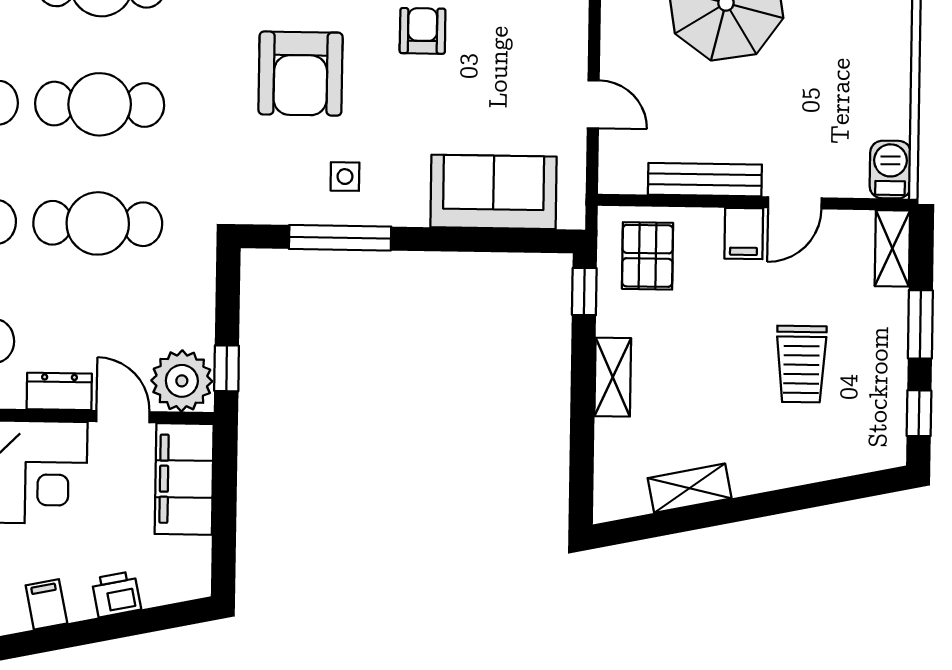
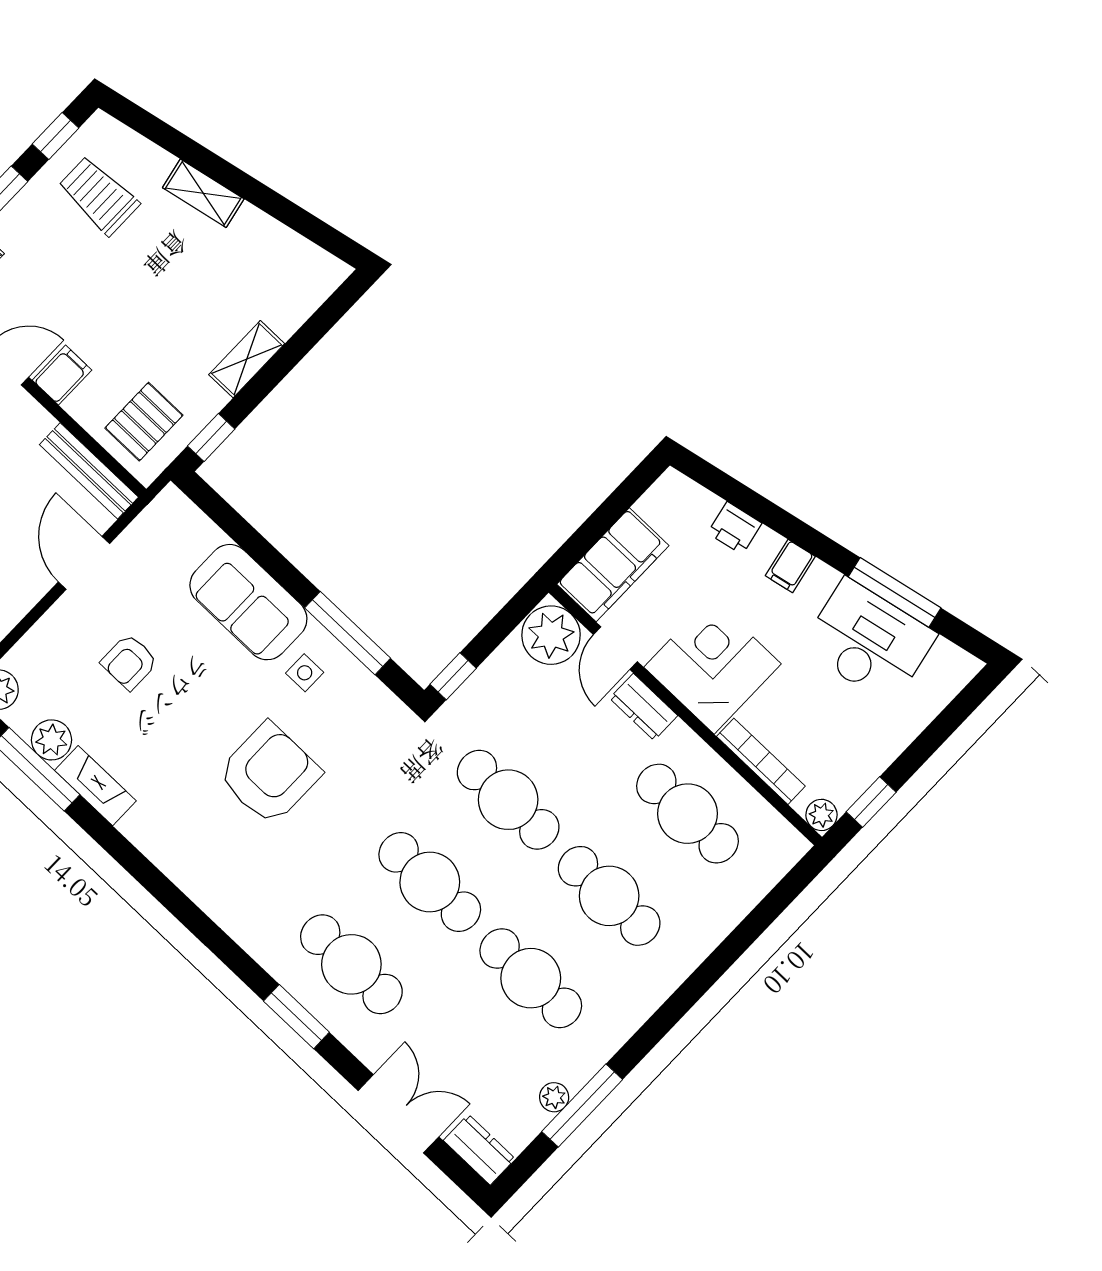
armchair: (423, 31) -> (129, 662), moved
door: (593, 104) -> (84, 563), width x1.38
bench: (705, 180) -> (89, 471), moved
sofa: (494, 192) -> (248, 602), moved
trolley: (801, 364) -> (99, 196), moved, turned -90
window: (227, 368) -> (453, 676), moved
shelving: (690, 488) -> (203, 193), moved

